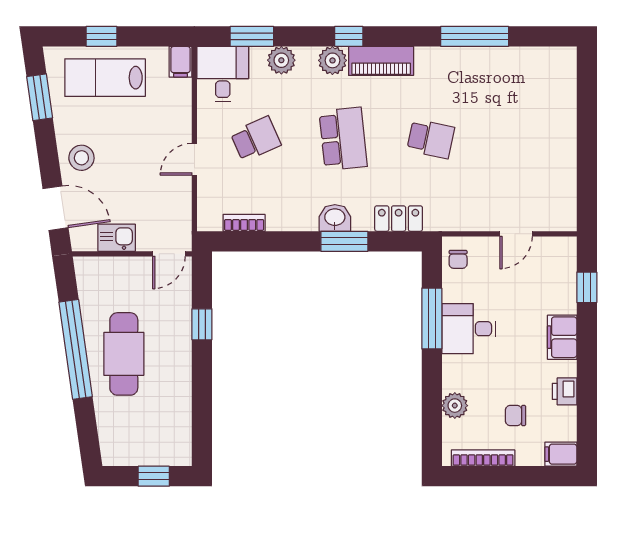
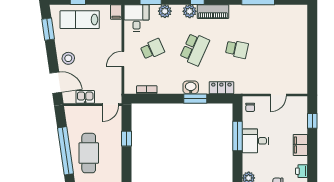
school desk: (343, 139) -> (195, 49), turned 30

